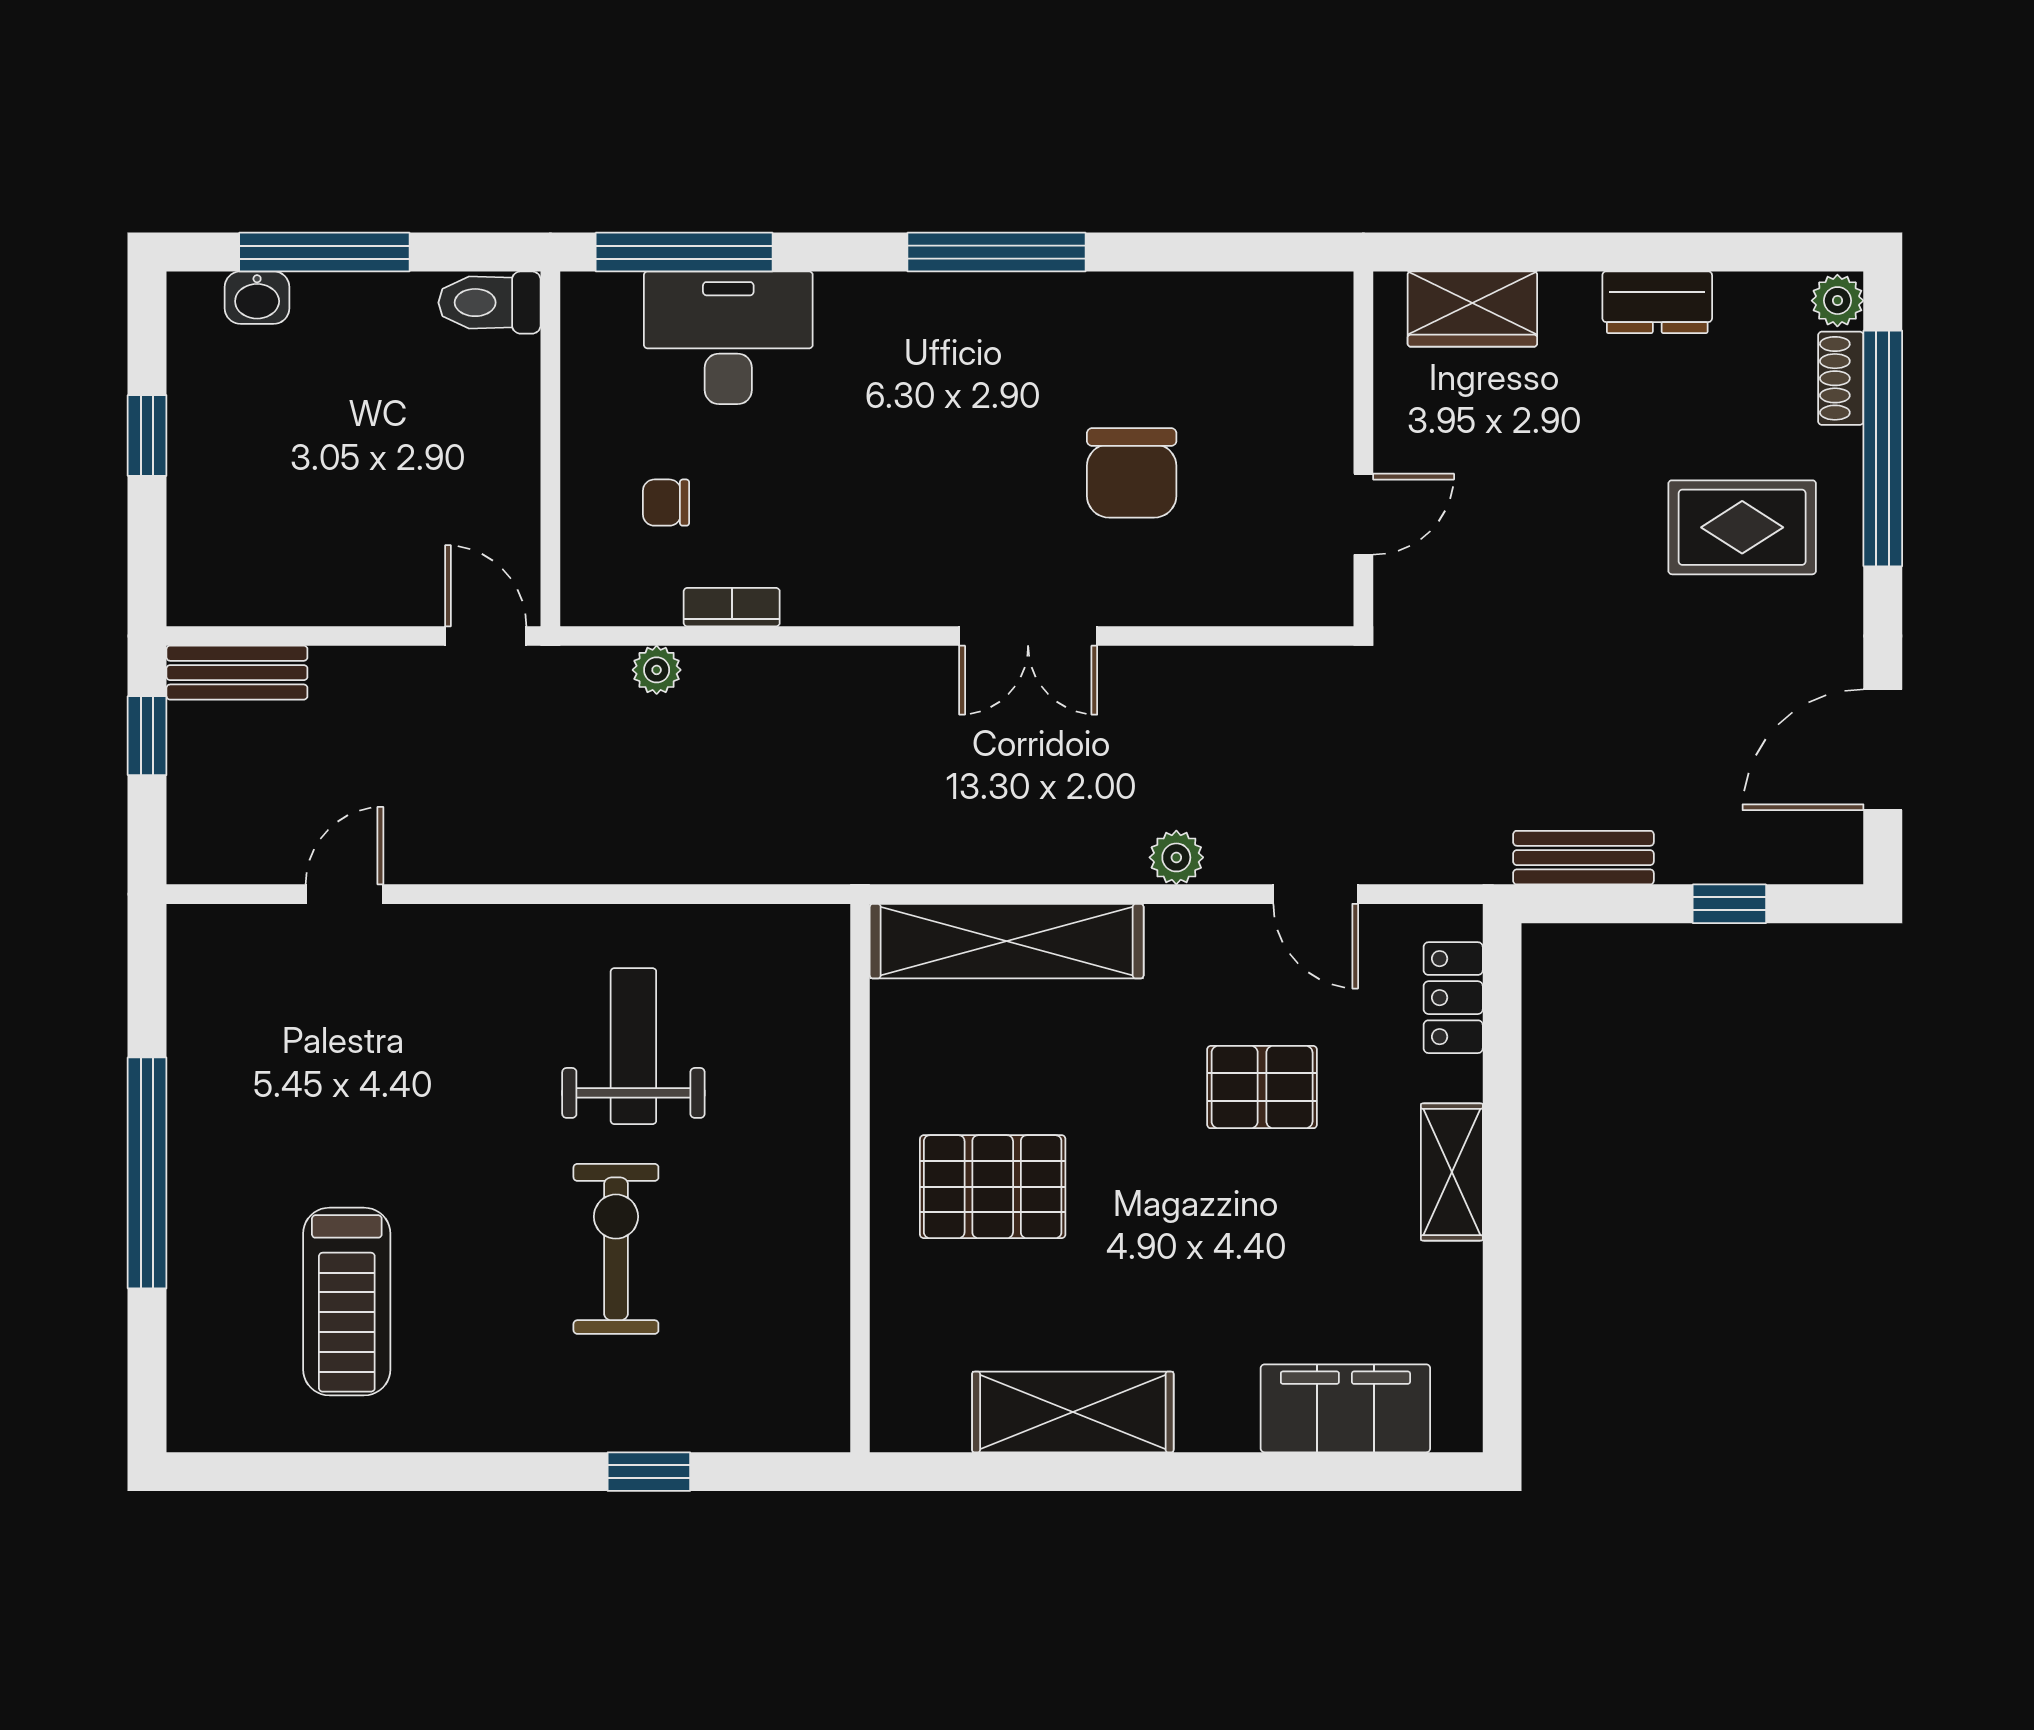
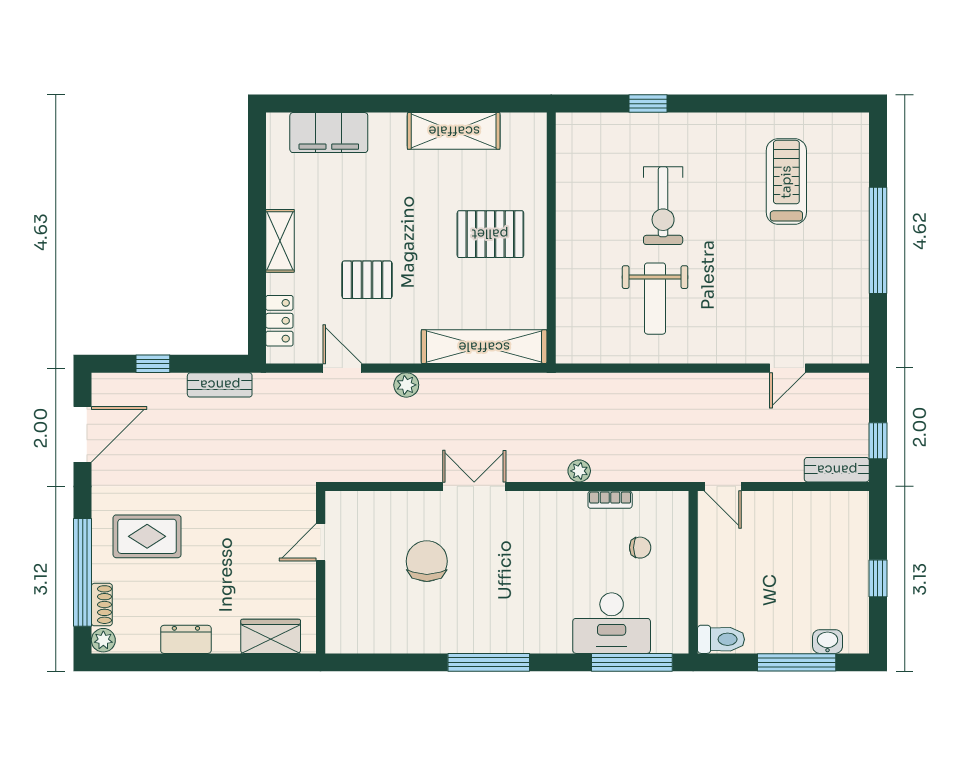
plant: (657, 670) -> (579, 471), moved

